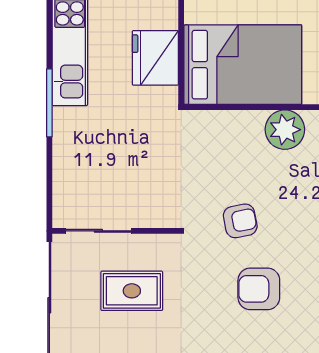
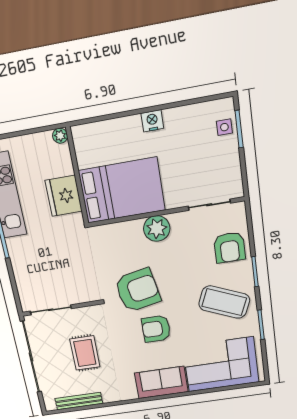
armchair: (240, 221) -> (138, 290), width x1.88, depth x1.88
rug: (132, 291) -> (85, 353), moved, turned 90

